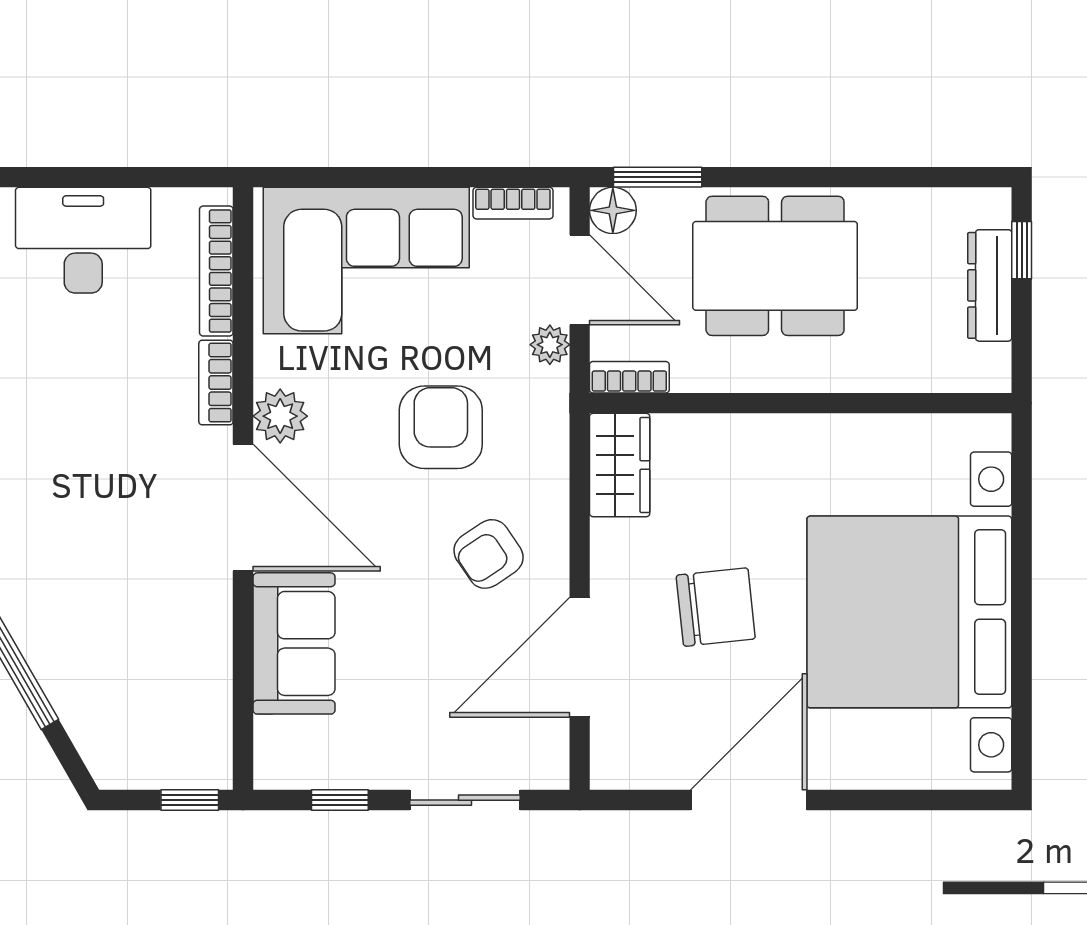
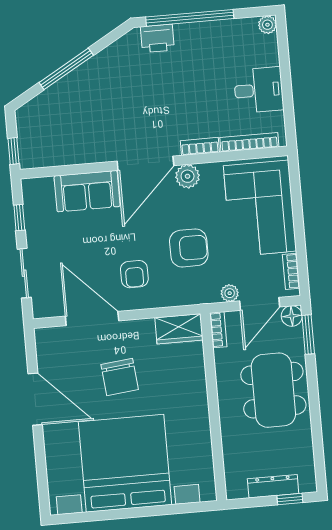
desk: (83, 240) -> (259, 90), width x0.73
armchair: (489, 554) -> (134, 274), turned -146

